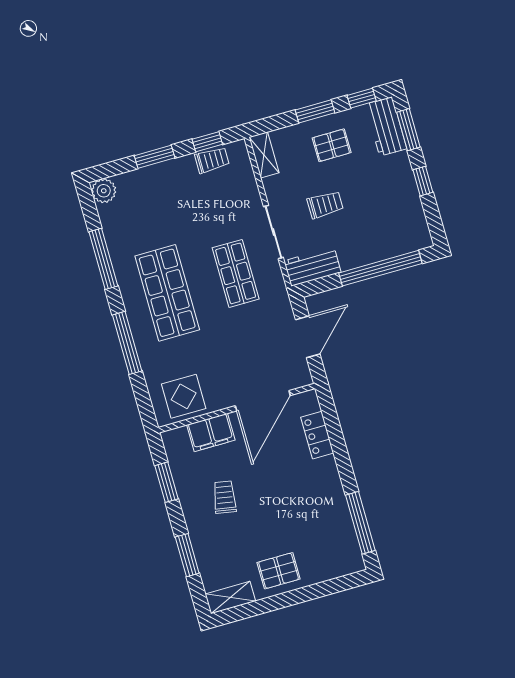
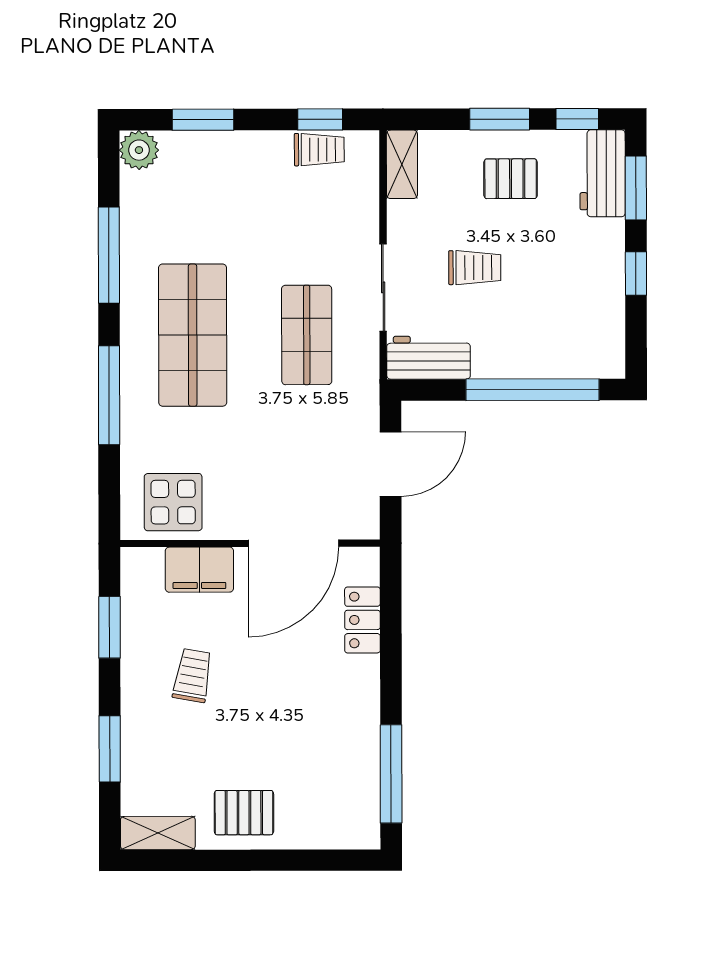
window: (155, 157) -> (203, 120), moved

